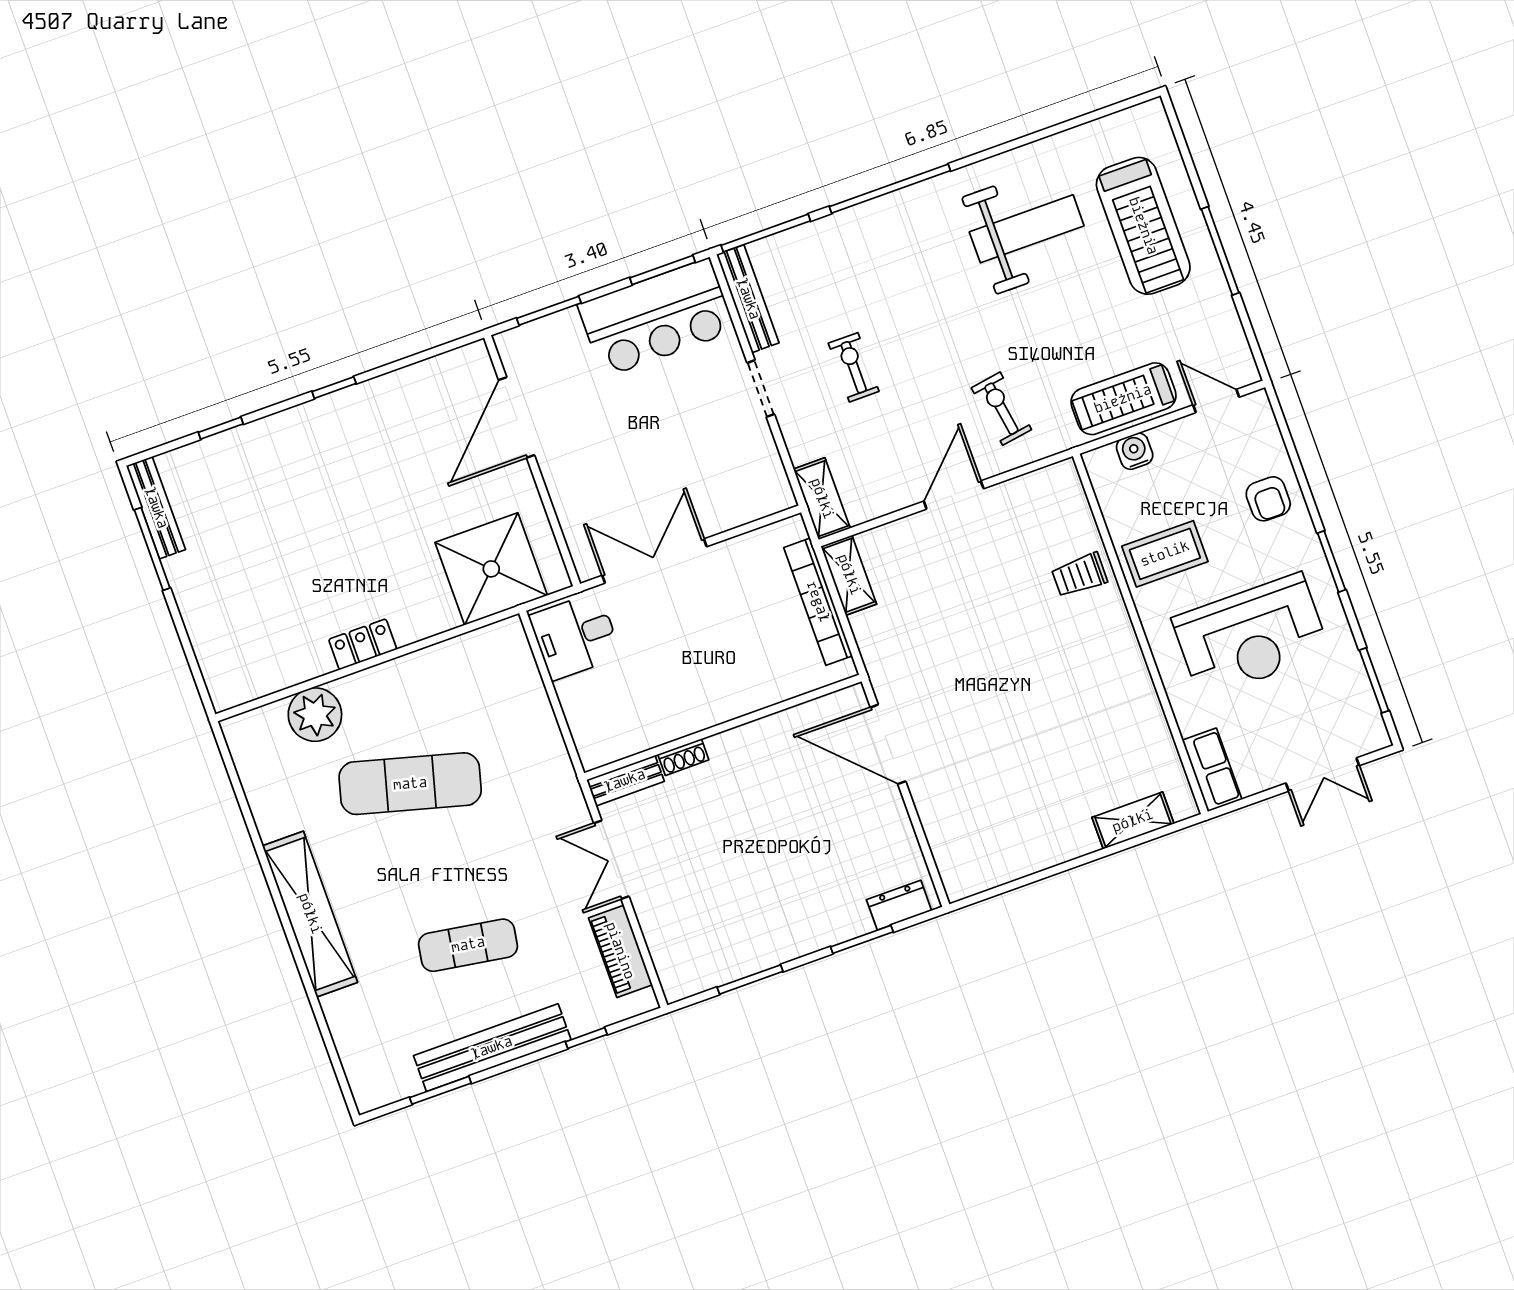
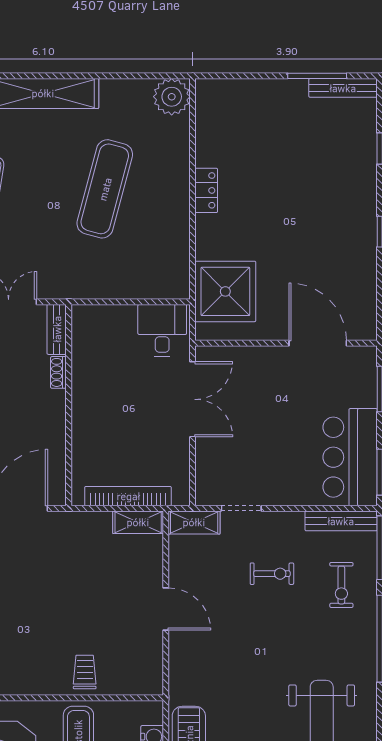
doorway: (761, 388) -> (241, 508), moved
exercise bike: (1001, 409) -> (341, 585), moved, turned 99
plant: (315, 715) -> (172, 97), moved

